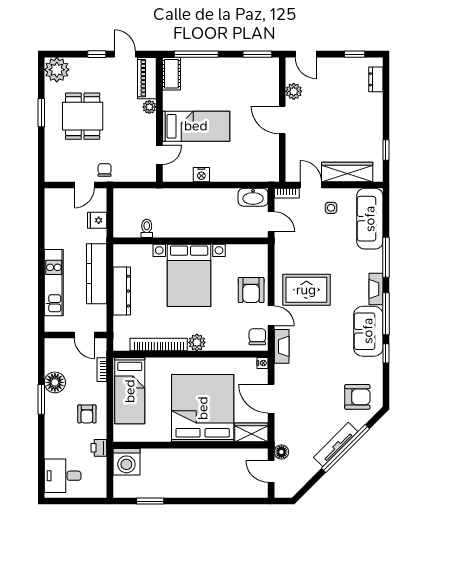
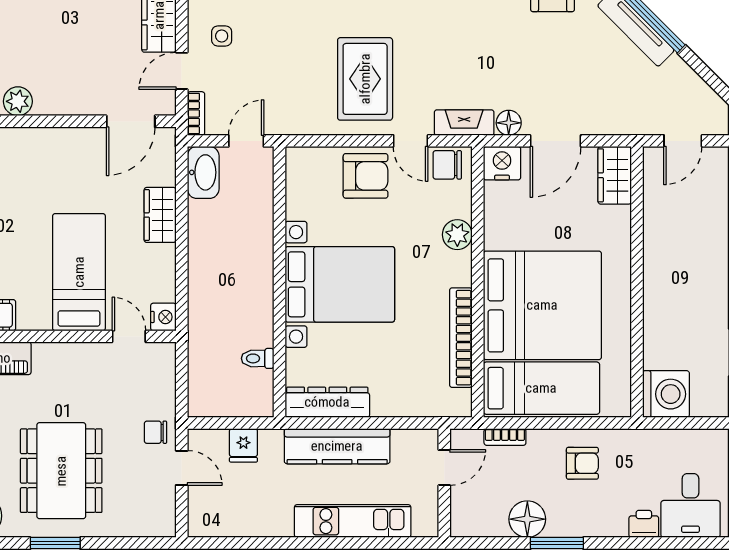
plant: (149, 107) -> (45, 354), removed
dining table: (83, 116) -> (61, 471), width x1.38
door: (282, 120) -> (131, 121), moved
wardrobe: (229, 173) -> (160, 215), added
nightstand: (201, 175) -> (163, 317), moved
dresser: (122, 291) -> (327, 402), moved
door: (271, 316) -> (411, 141), swing flipped
plant: (197, 342) -> (457, 235), moved
nightstand: (263, 363) -> (502, 163), width x1.89, depth x1.79
bed: (203, 408) -> (542, 305), moved, turned 180
printer: (99, 448) -> (644, 524), moved, turned 180
floor lamp: (281, 452) -> (509, 123), moved

